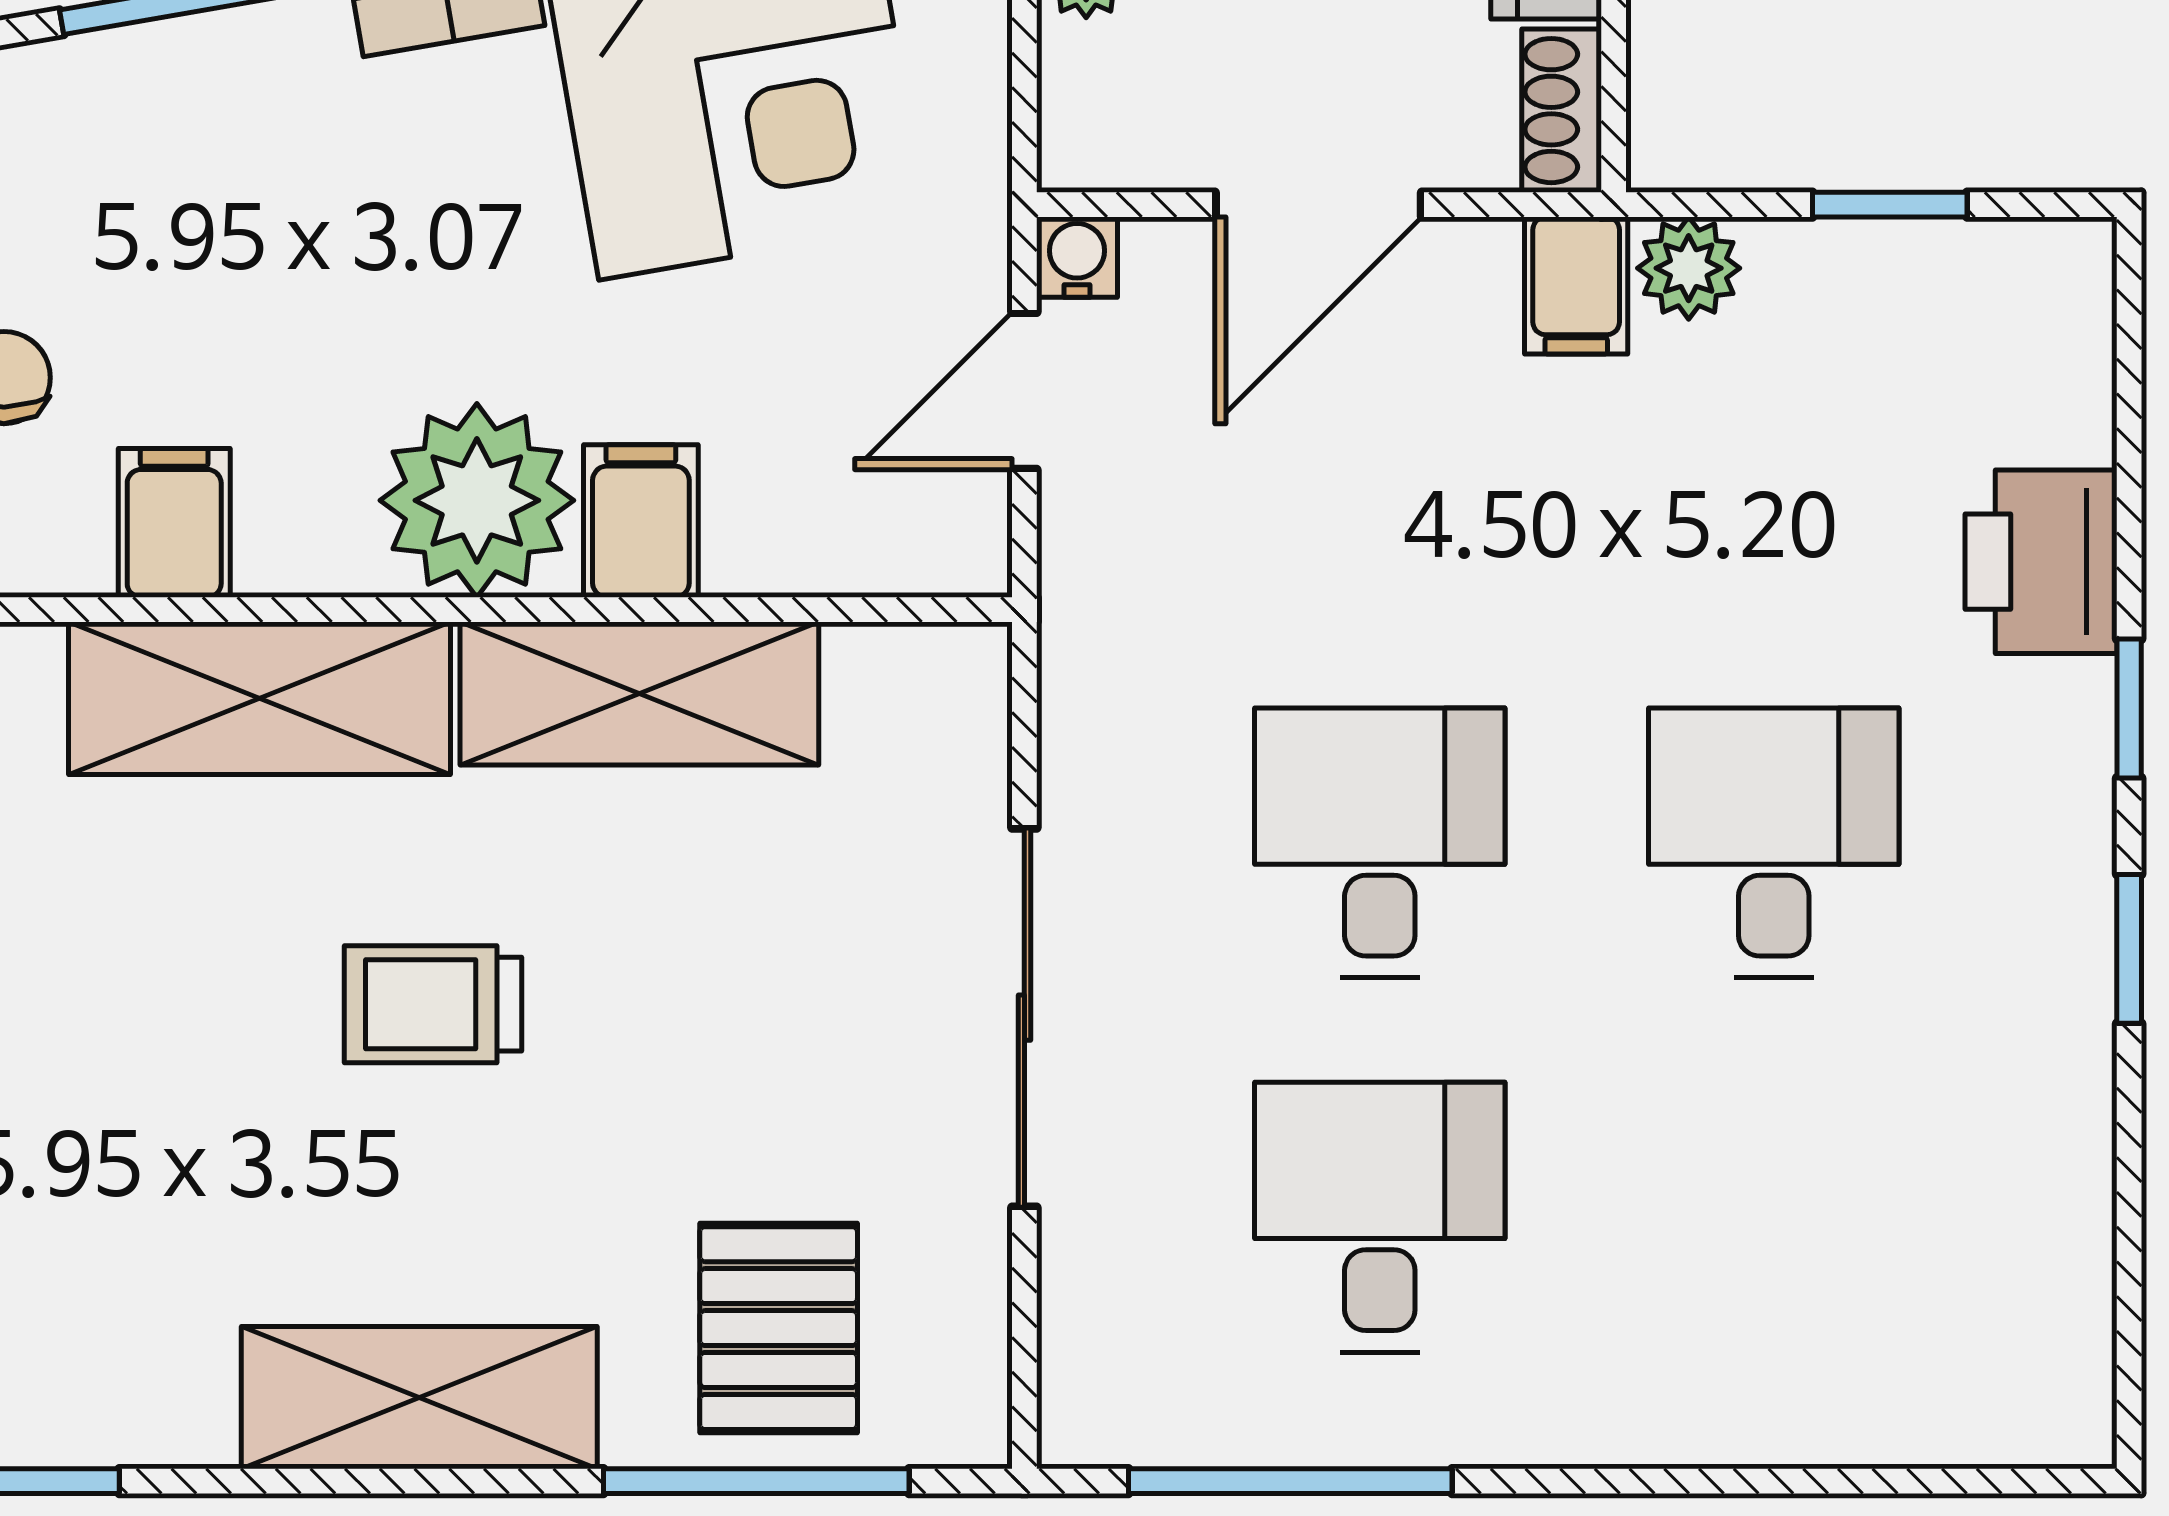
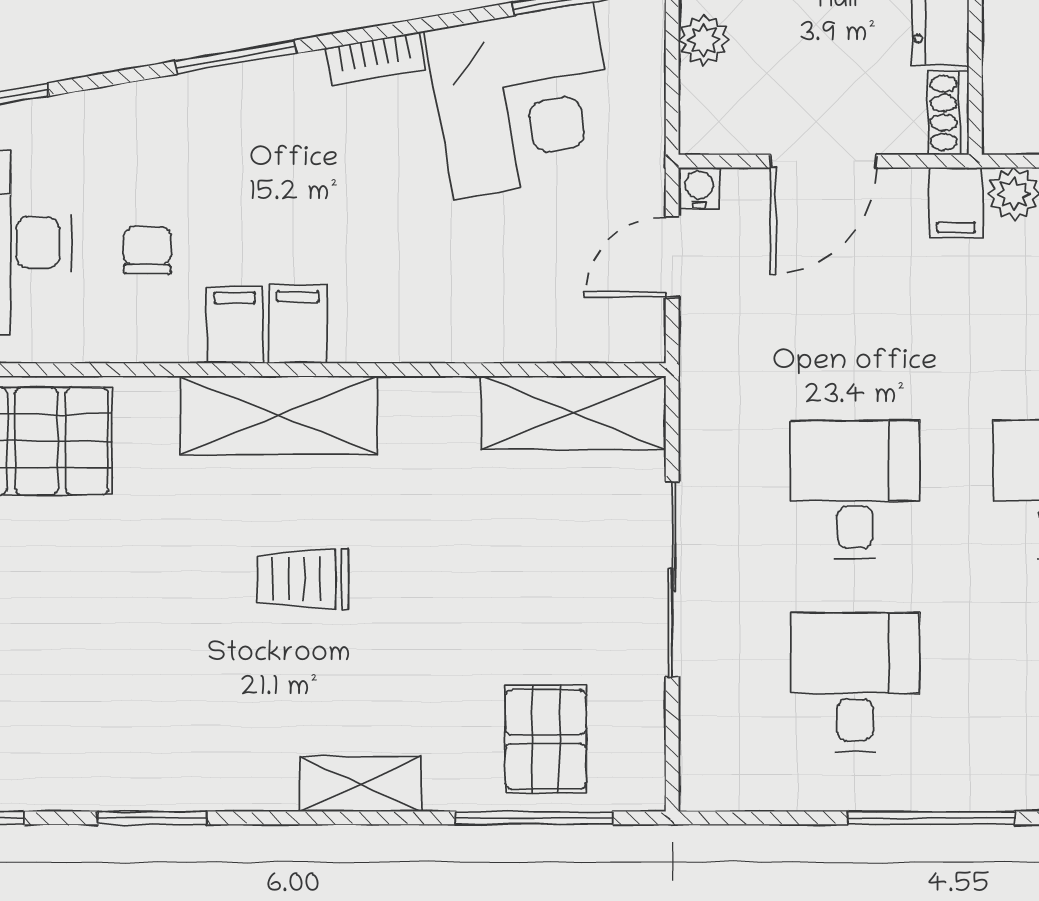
plant: (477, 500) -> (390, 313), removed
filing cabinet: (641, 521) -> (298, 324), moved
shelving: (639, 694) -> (574, 413), moved
trolley: (433, 1004) -> (303, 579), moved
shelving: (419, 1398) -> (361, 784), width x0.67, depth x0.75
window: (1290, 1481) -> (932, 818), moved

